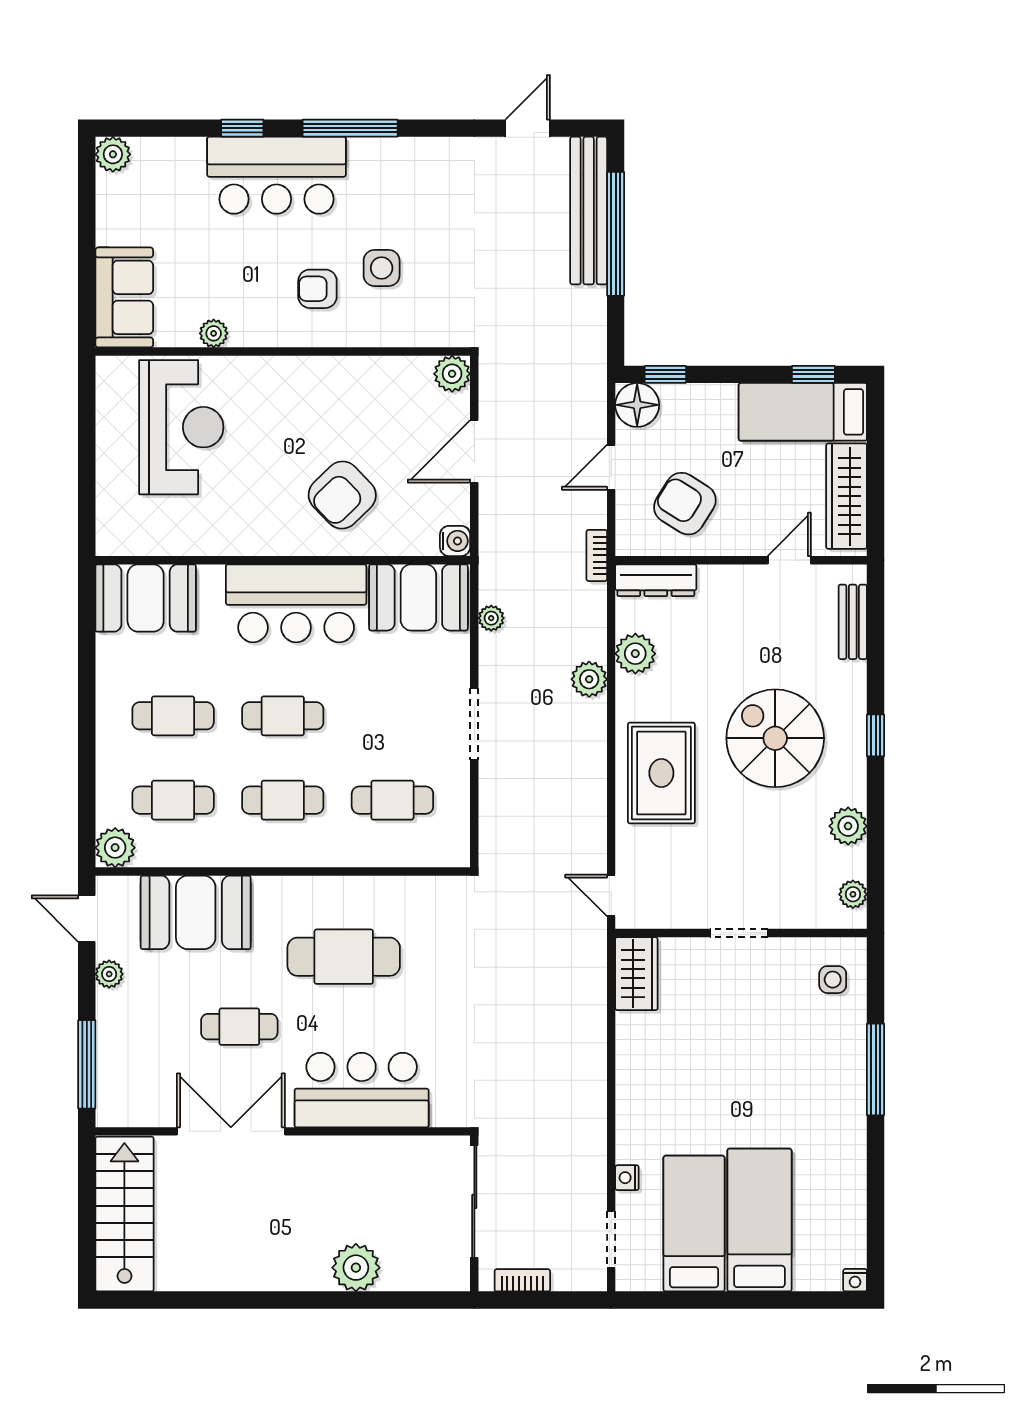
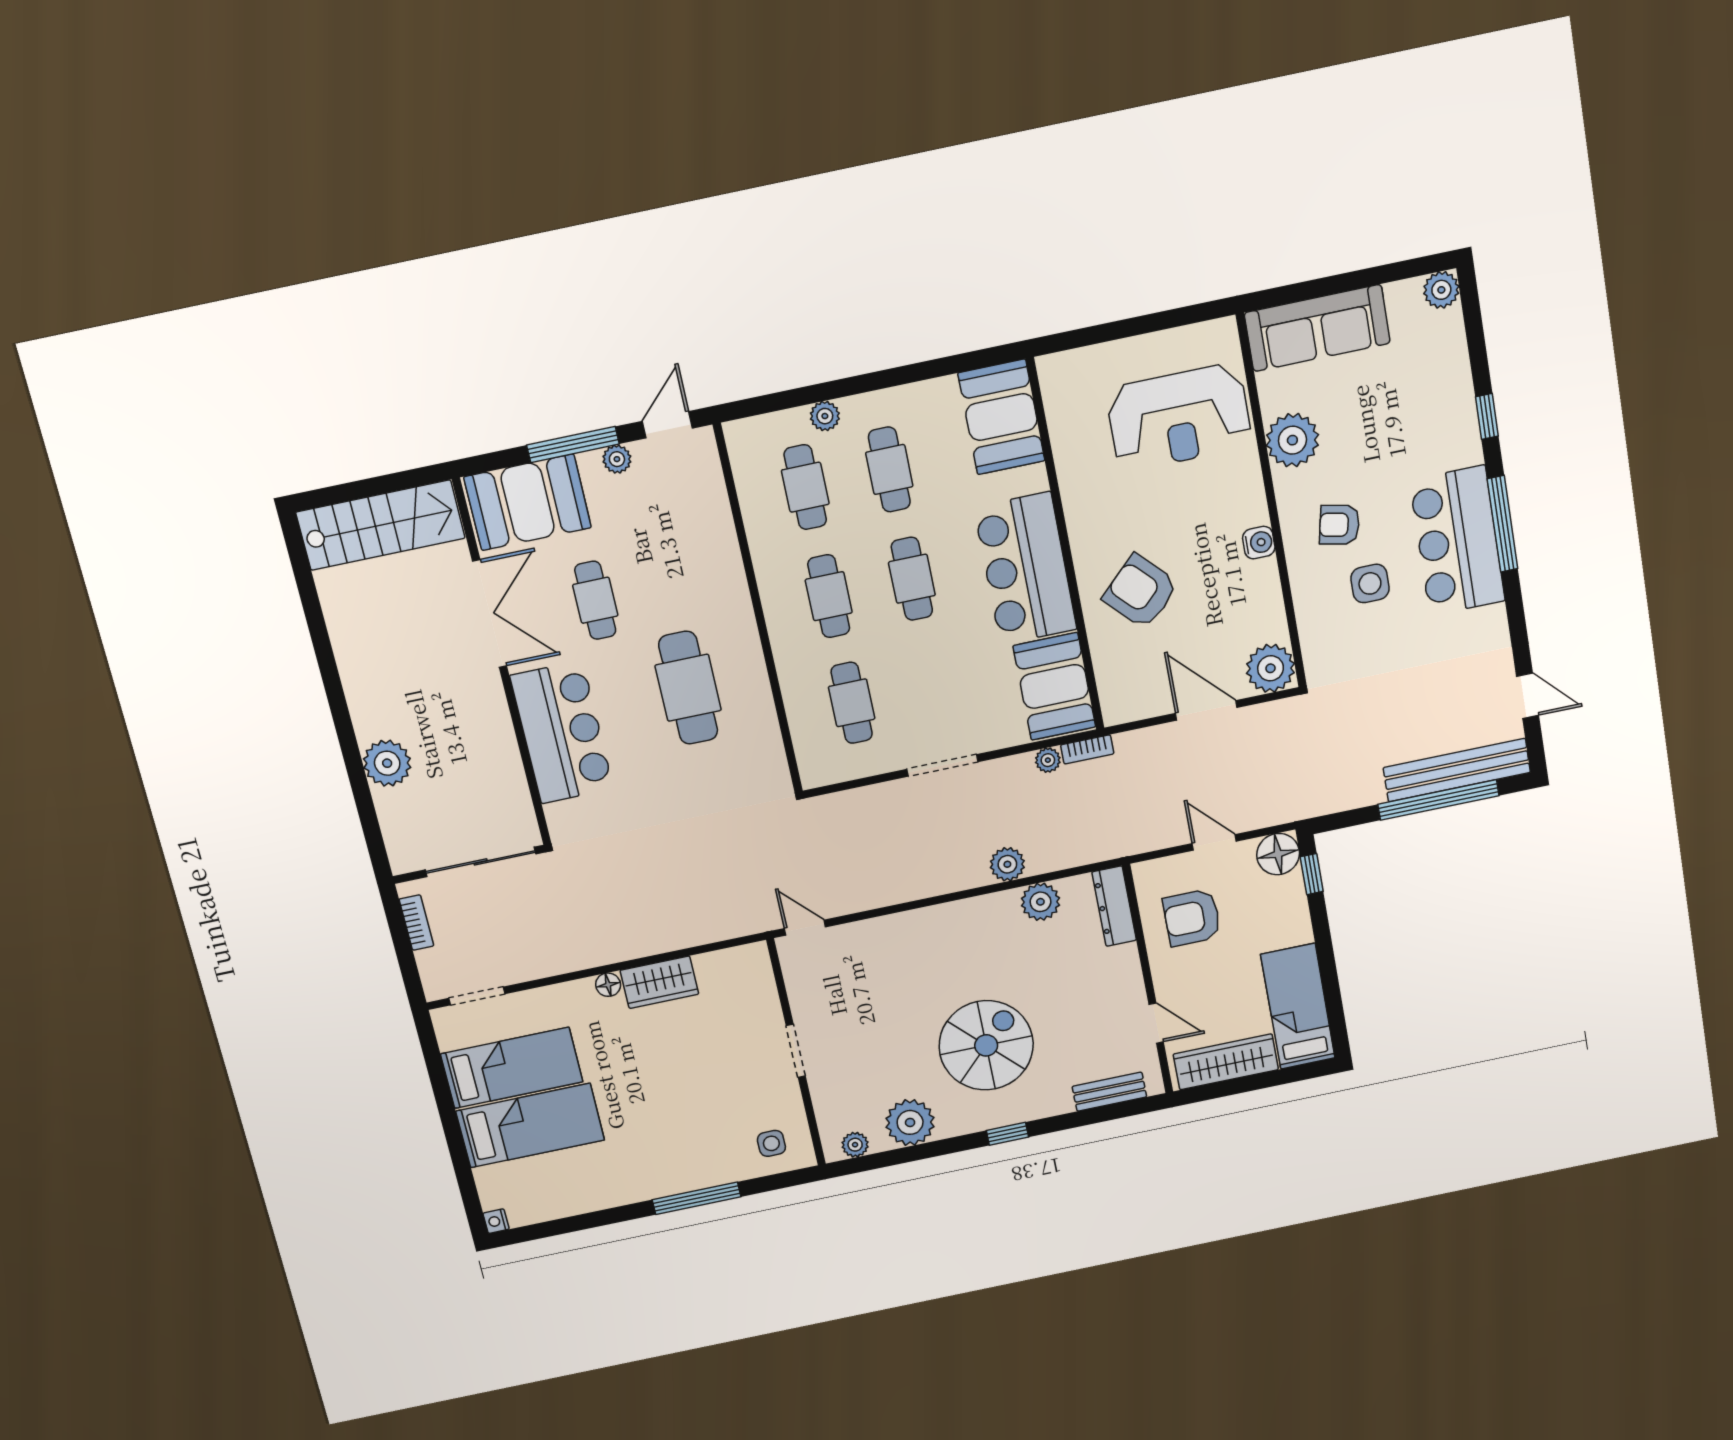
bar counter: (276, 175) -> (1457, 541), moved
armchair: (317, 289) -> (1339, 525), turned -78
sofa: (124, 297) -> (1317, 328), width x1.36
plant: (214, 333) -> (1292, 440), width x1.87, depth x1.87
plant: (452, 374) -> (1271, 668), width x1.36, depth x1.36
window: (813, 374) -> (1335, 1008), removed
armchair: (685, 504) -> (1192, 918), turned -122
water cooler: (455, 541) -> (1259, 543), moved, turned -90
bookcase: (597, 555) -> (1087, 749), moved, turned 180
rug: (661, 773) -> (932, 949), removed
plant: (848, 826) -> (910, 1122), width x1.36, depth x1.36
plant: (115, 848) -> (825, 416), moved, width x0.73, depth x0.73
door: (611, 896) -> (805, 928), hinge flipped
booth: (196, 912) -> (528, 502), moved, turned 90
wardrobe: (636, 974) -> (659, 982), moved
window: (87, 1064) -> (573, 445), moved
floor lamp: (628, 1106) -> (608, 985), added
nightstand: (627, 1178) -> (540, 998), removed

